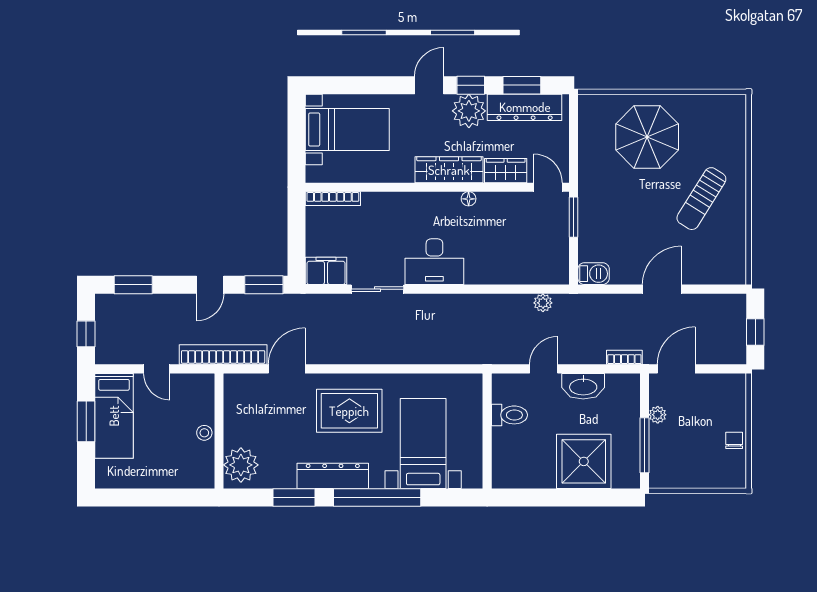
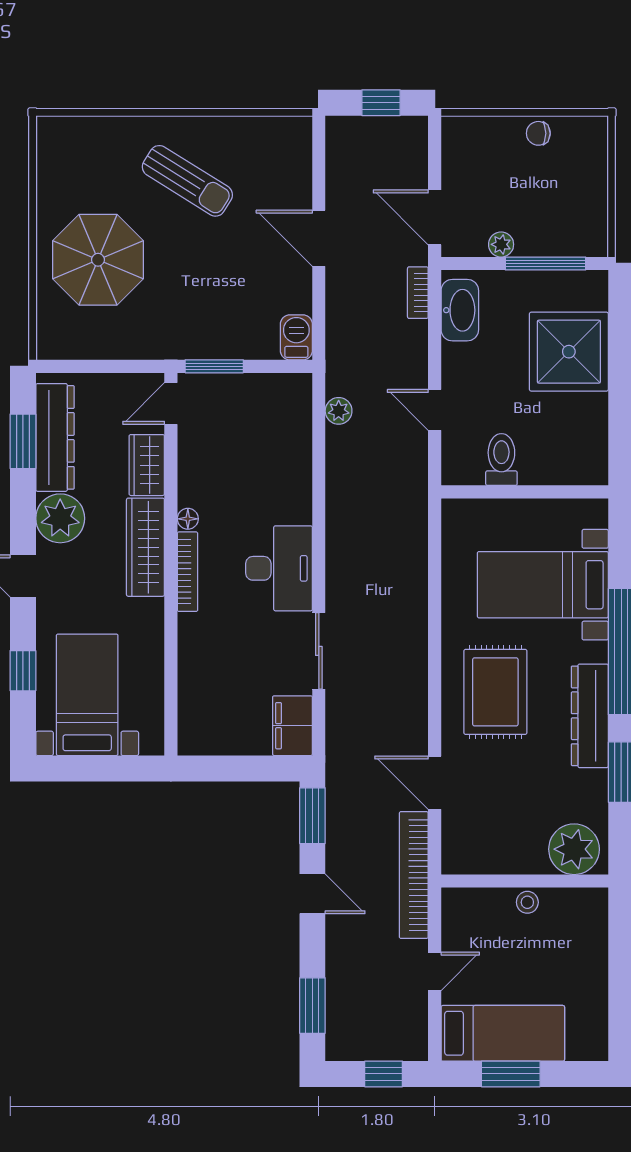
window: (471, 85) -> (23, 671), moved
bookcase: (333, 199) -> (188, 572), moved
washbasin: (583, 386) -> (460, 310), moved

